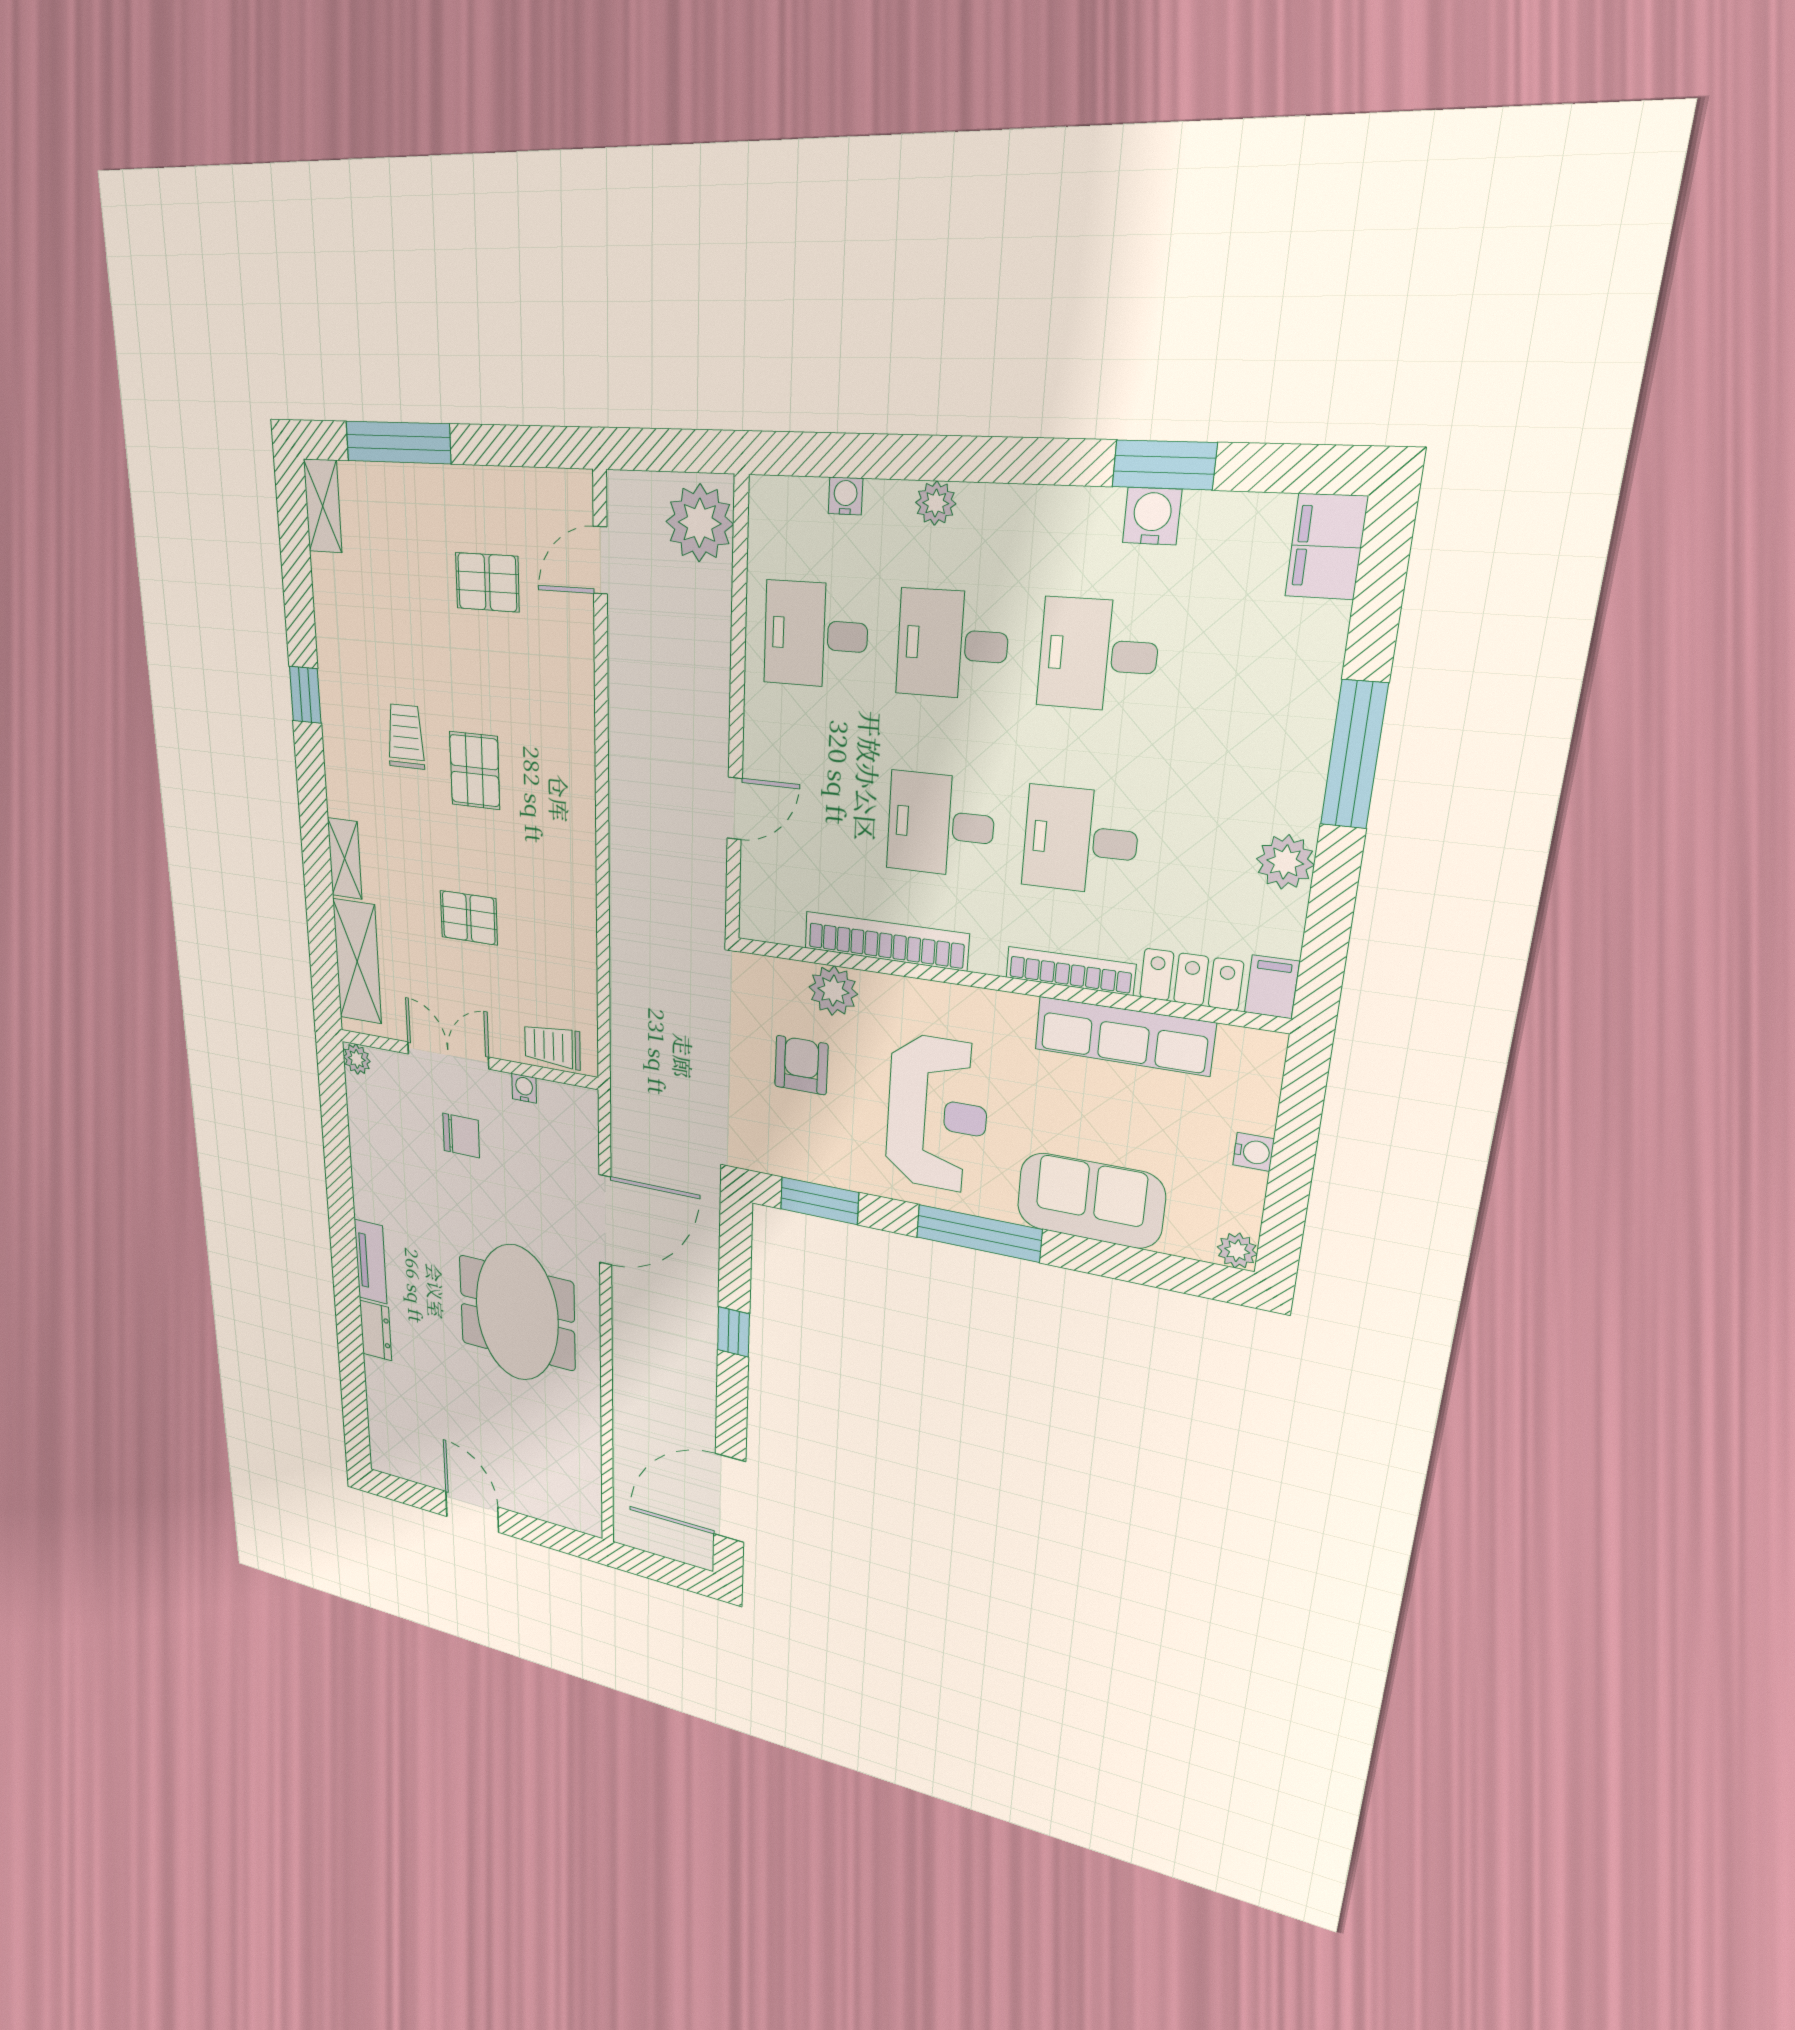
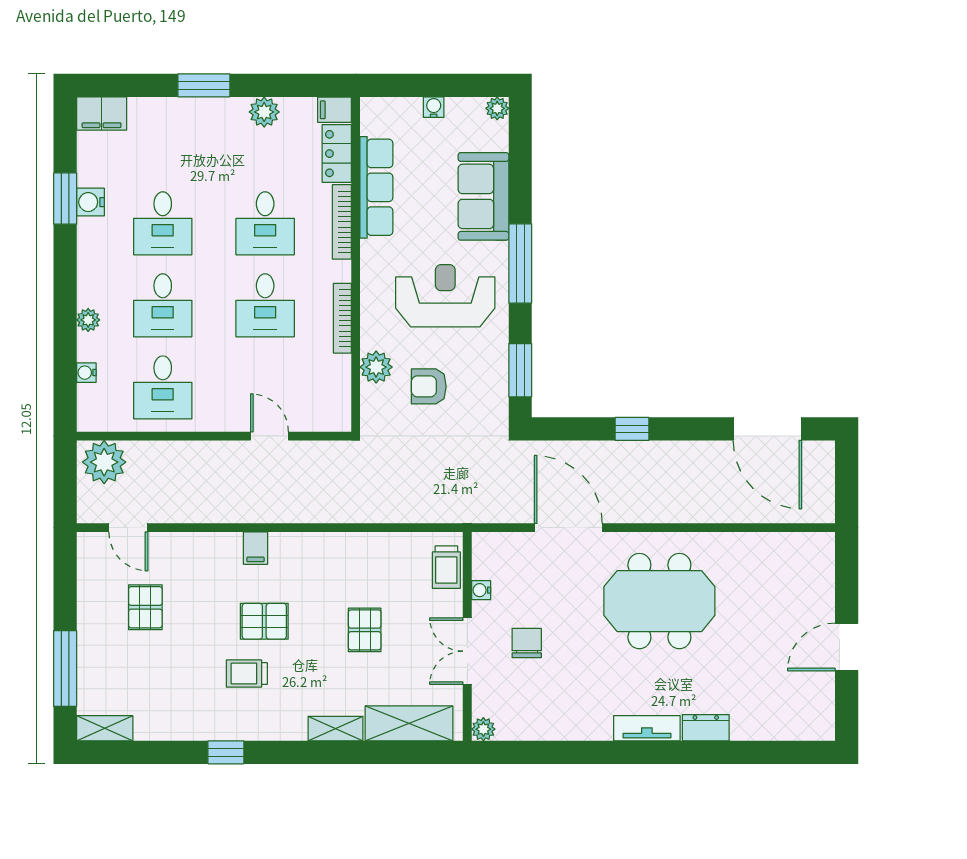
window: (1354, 755) -> (204, 85), width x0.69
filing cabinet: (573, 768) -> (256, 548), added
bookcase: (886, 941) -> (342, 318), width x0.68, depth x0.76

